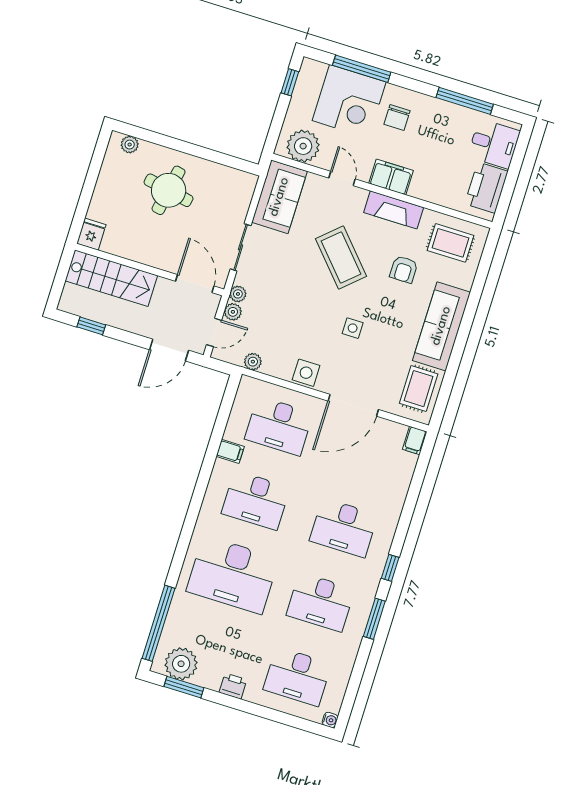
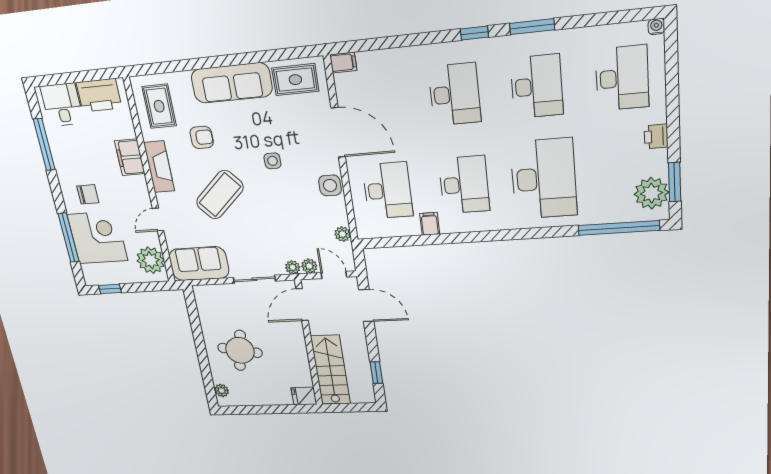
filing cabinet: (391, 177) -> (130, 157), moved

